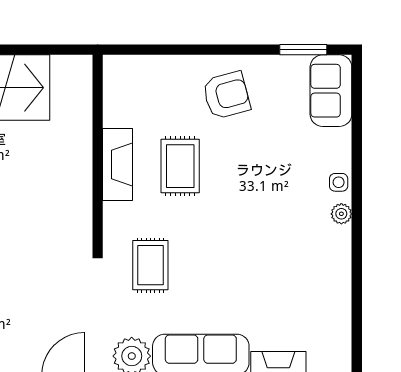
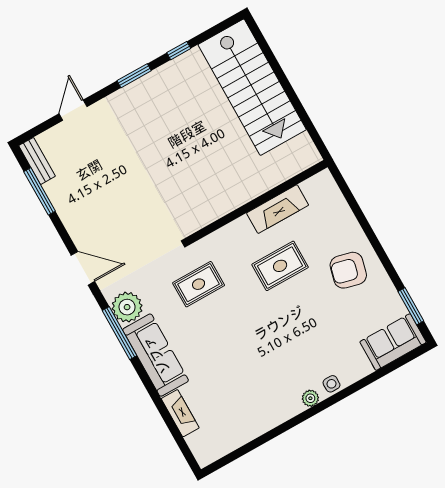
armchair: (226, 95) -> (348, 270), turned 119
fireplace: (118, 164) -> (278, 209), moved

